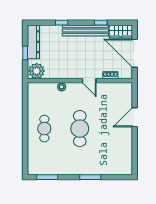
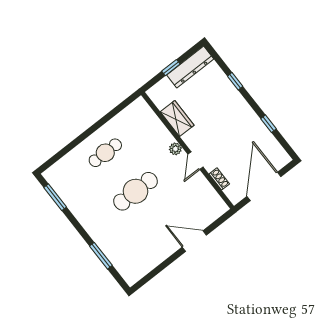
bench: (85, 31) -> (247, 114), removed
wardrobe: (121, 31) -> (177, 119), moved, turned 180
plant: (37, 71) -> (161, 95), removed
plant: (62, 87) -> (175, 149), moved
window: (90, 177) -> (101, 256), moved

